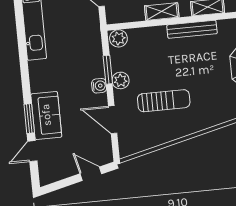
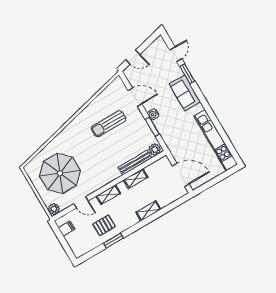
bench: (192, 29) -> (135, 163), moved
plant: (121, 80) -> (141, 124), removed
sofa: (46, 115) -> (185, 93), moved

